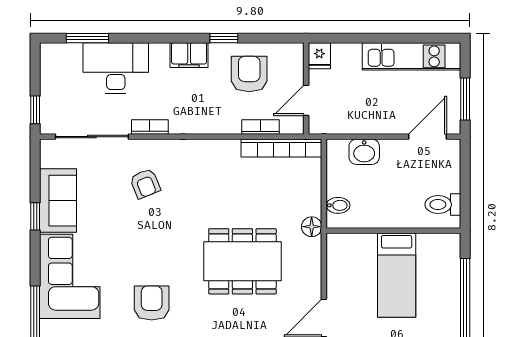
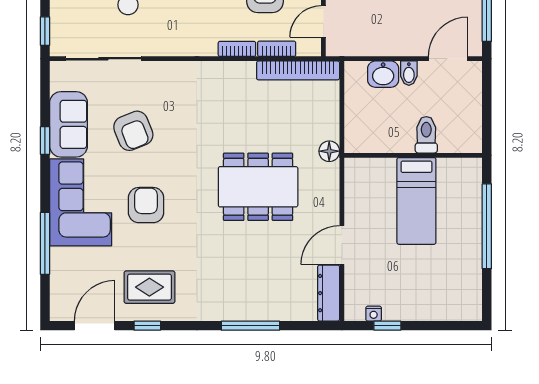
bookcase: (150, 127) -> (237, 49), moved
armchair: (145, 183) -> (133, 131), moved, width x1.38, depth x1.38
bidet: (338, 205) -> (409, 73), moved, turned 90
toilet: (443, 205) -> (426, 135), moved, turned 90
armchair: (152, 303) -> (146, 205), moved

